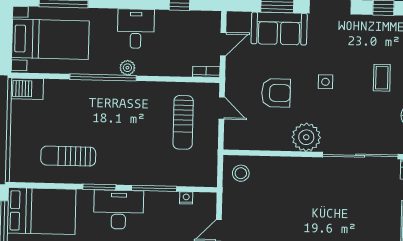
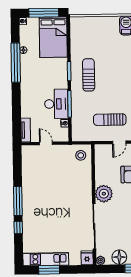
sun lounger: (68, 156) -> (89, 75), moved
desk: (119, 210) -> (56, 104), moved

